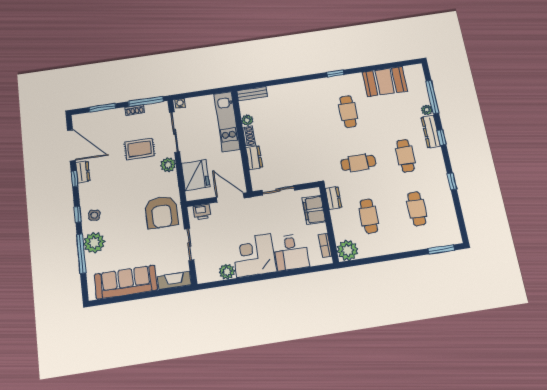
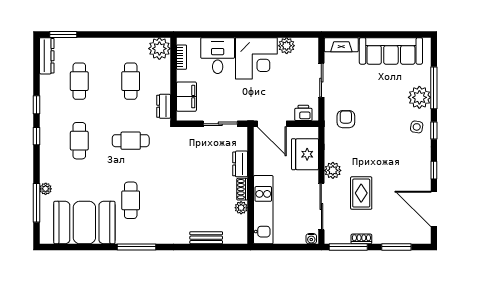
window: (335, 74) -> (137, 247), width x2.17
booth: (385, 82) -> (84, 223), width x1.36, depth x1.42
bench: (252, 94) -> (206, 238), moved
dresser: (431, 132) -> (47, 56), moved
window: (442, 137) -> (36, 136), moved
rug: (139, 149) -> (361, 193), turned 90
dresser: (83, 172) -> (424, 177), removed
armchair: (162, 212) -> (346, 119), width x0.53, depth x0.53

